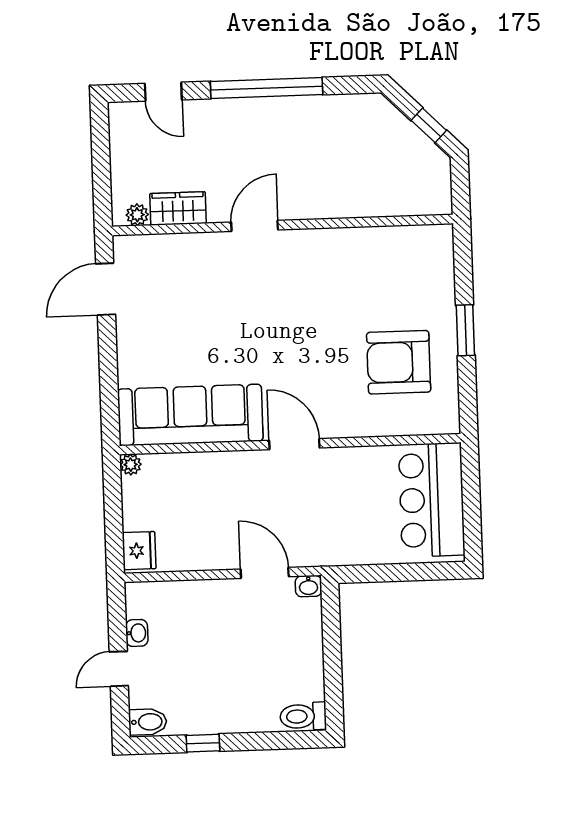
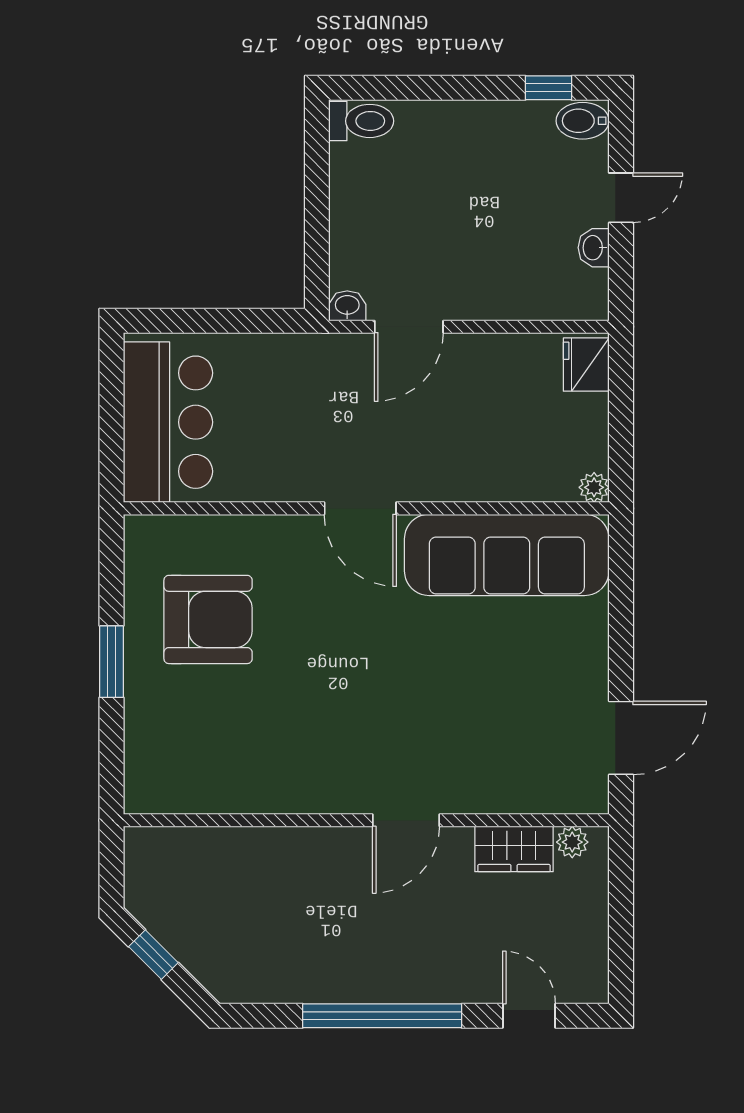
door: (265, 573) -> (409, 327), hinge flipped
window: (203, 743) -> (549, 88), moved

